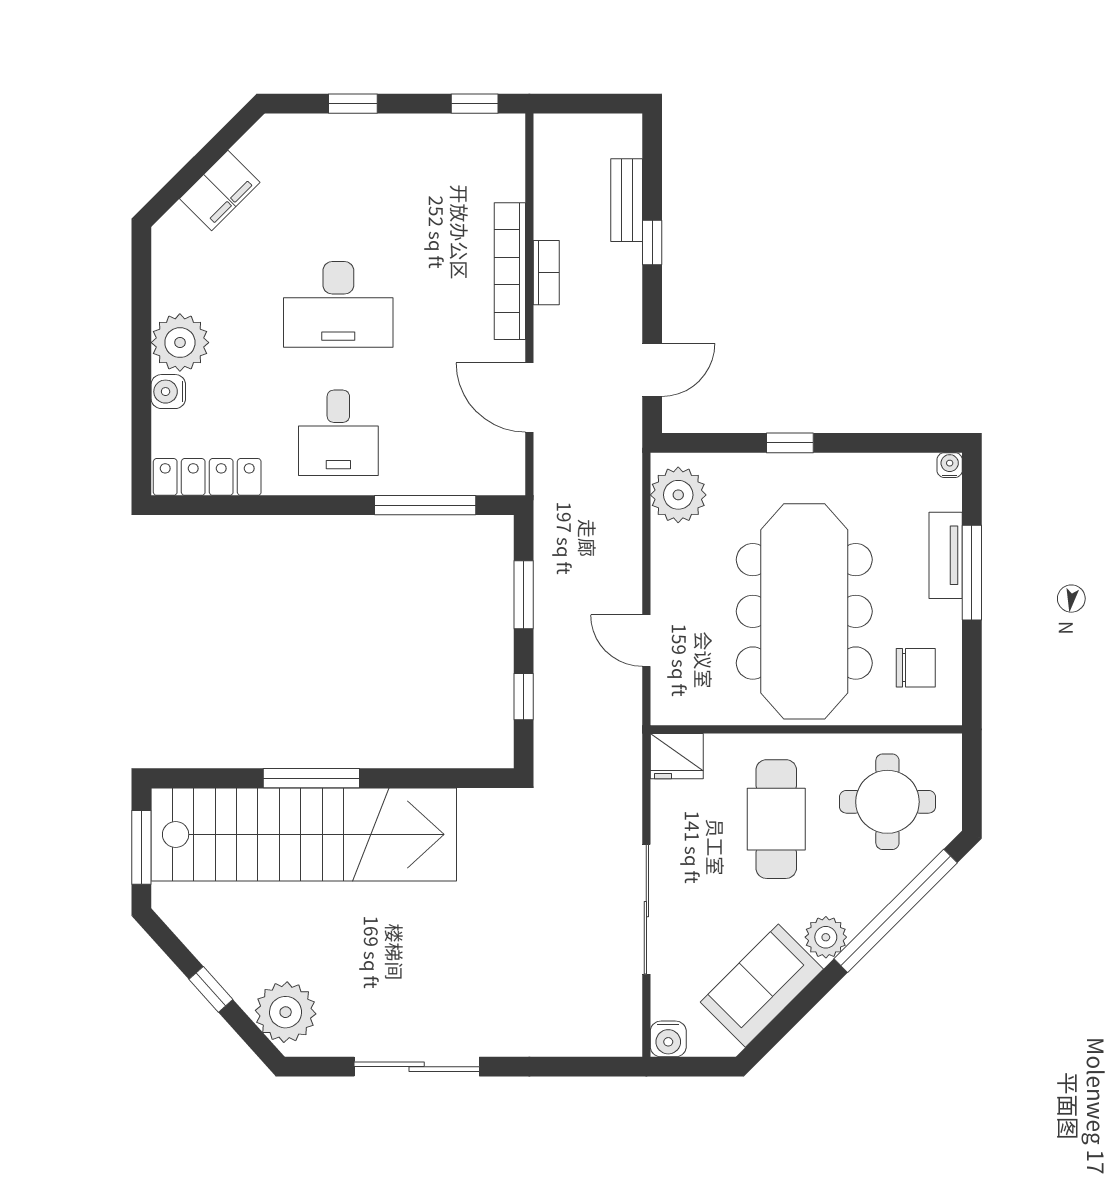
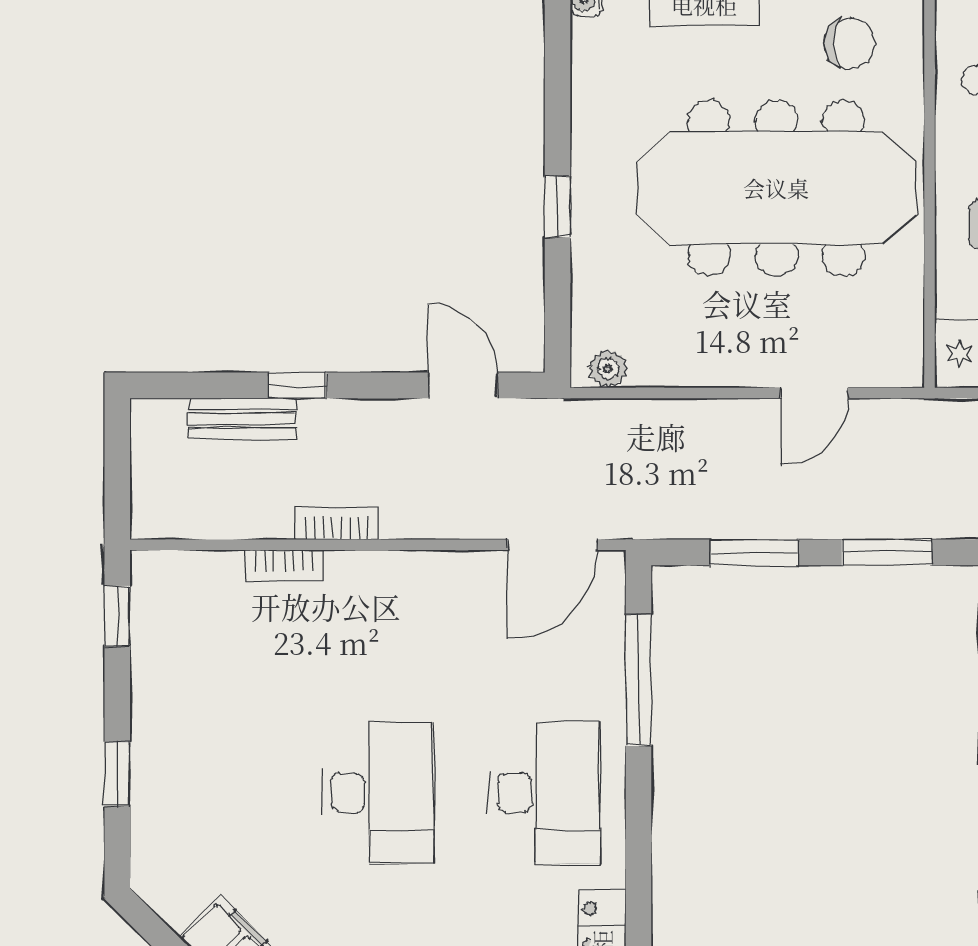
bookcase: (510, 271) -> (284, 565), width x0.43, depth x0.76
door: (529, 398) -> (553, 545), moved
desk: (338, 433) -> (545, 793), width x1.37
plant: (678, 495) -> (608, 369), width x0.53, depth x0.53
chair: (916, 668) -> (849, 43), turned 90
window: (524, 697) -> (887, 552), width x1.50

